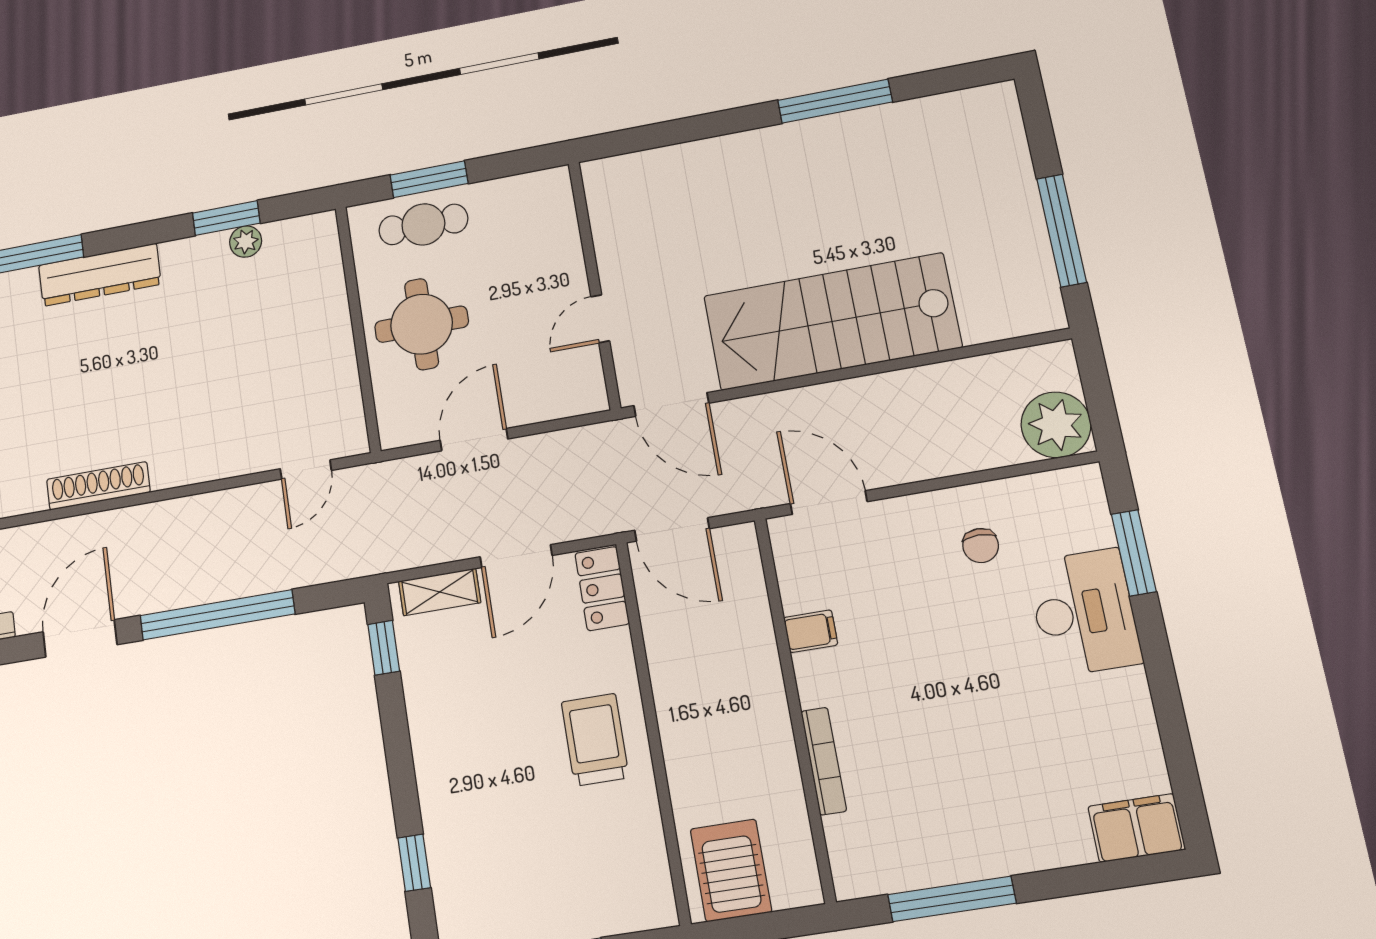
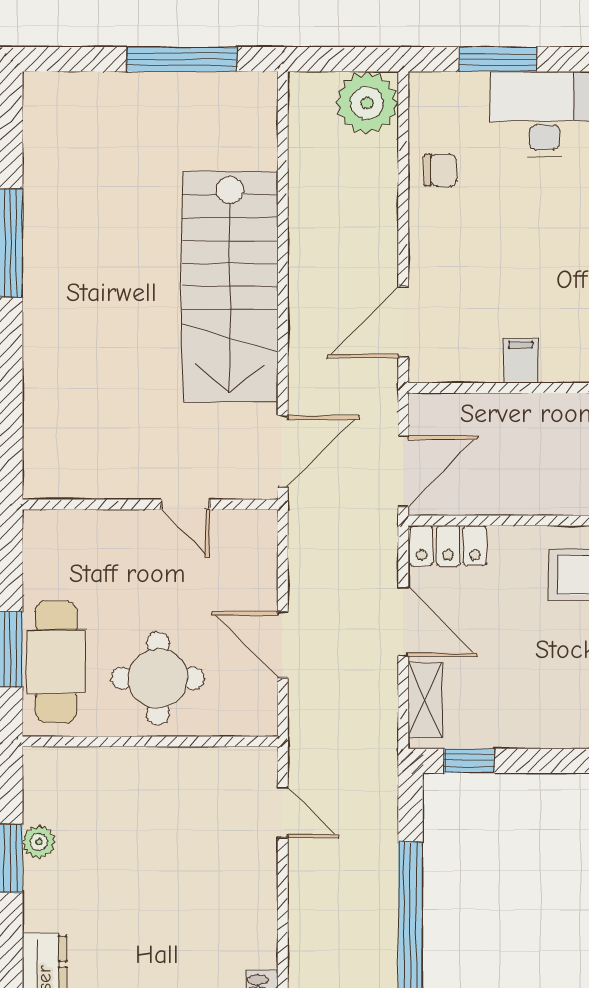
cafe table: (423, 224) -> (56, 662), width x1.37, depth x1.35
chair: (981, 546) -> (440, 170), moved

